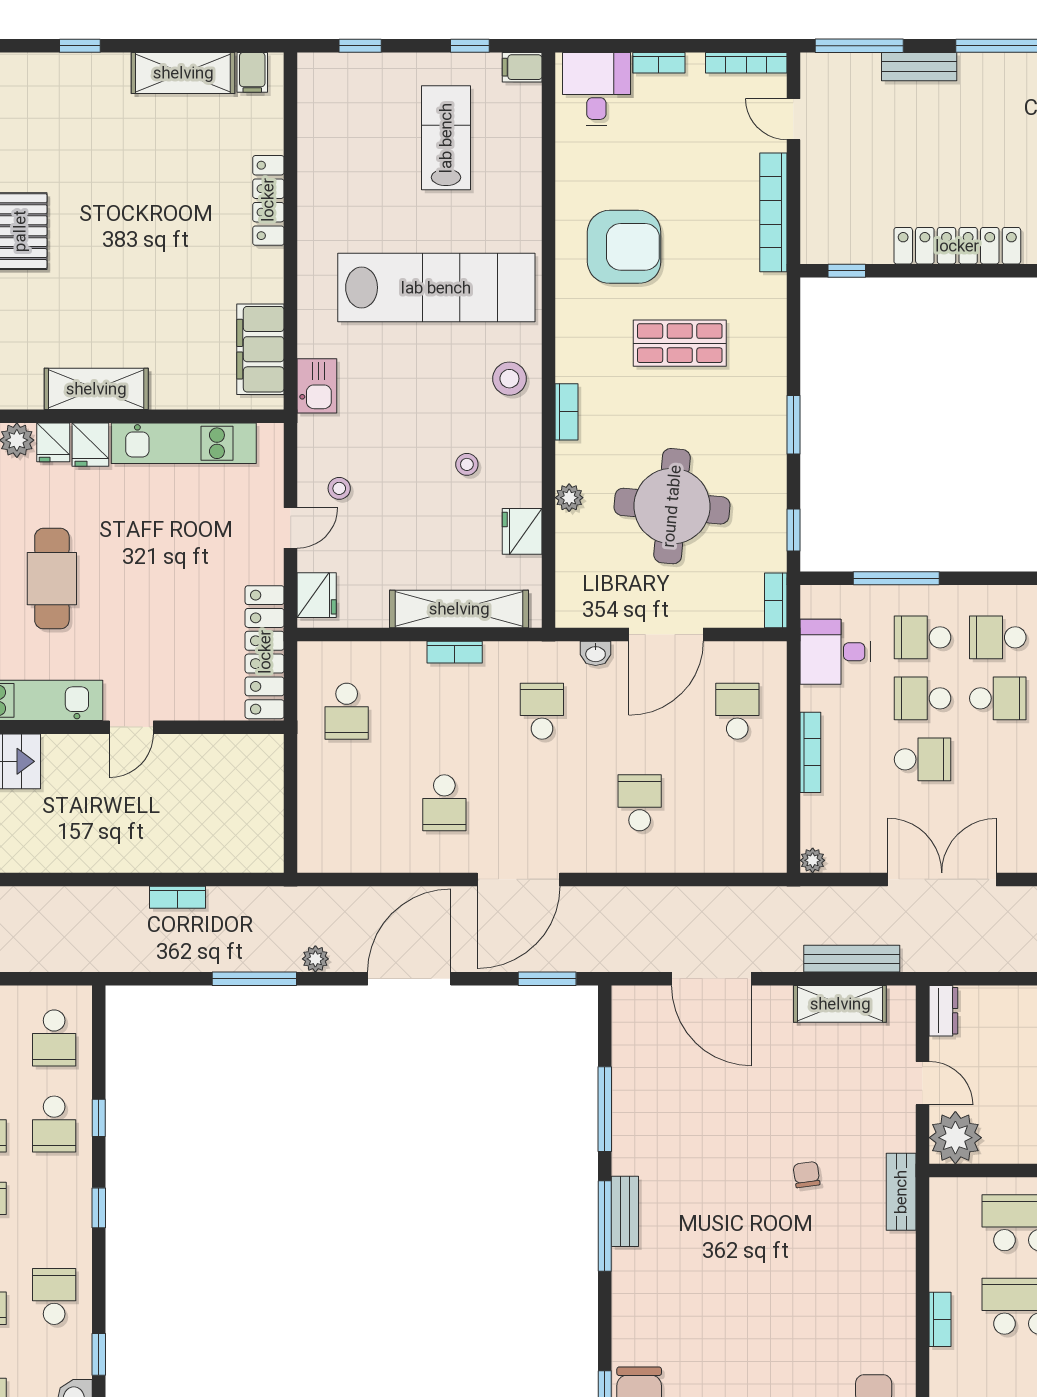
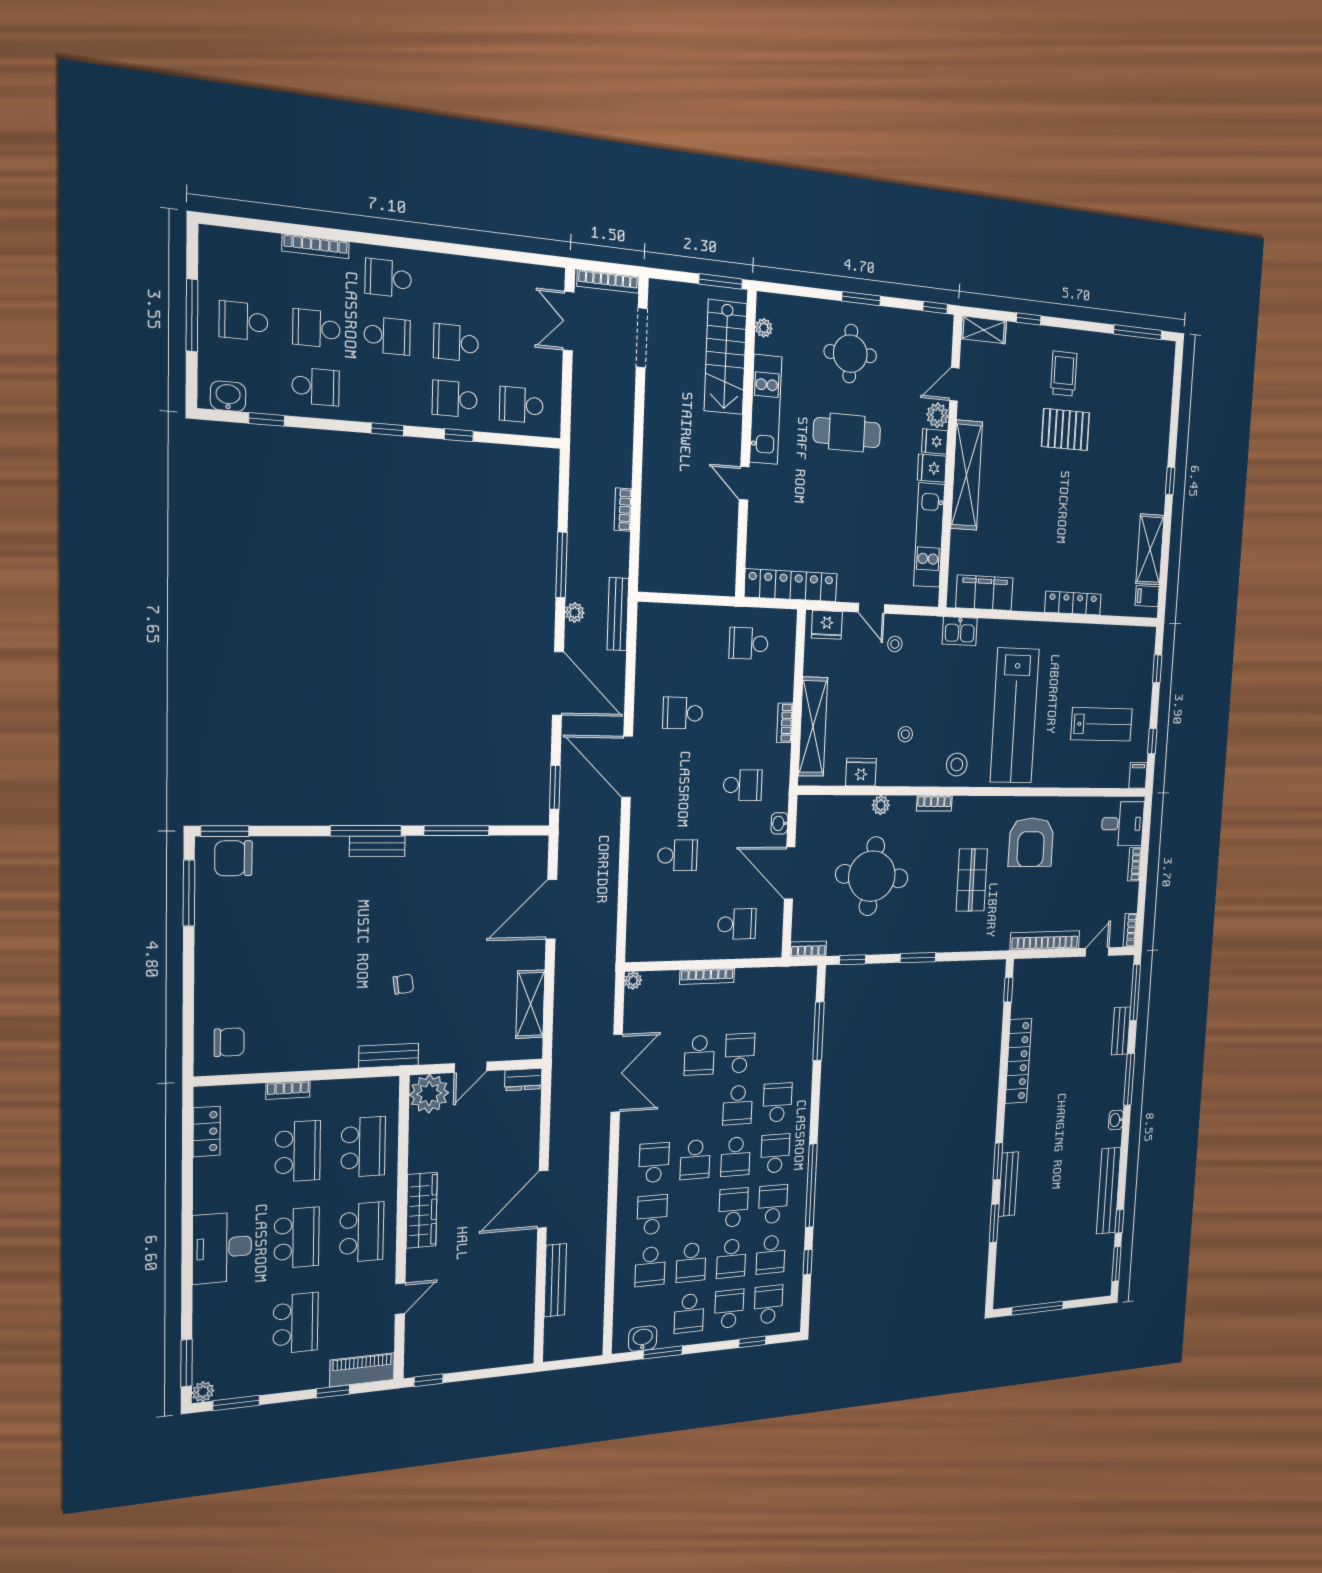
bookcase: (746, 63) -> (1130, 930), width x0.64
shelving: (96, 389) -> (967, 475), width x1.47
school desk: (923, 637) -> (780, 1051), removed
desk: (835, 652) -> (773, 991), removed
bench: (852, 959) -> (618, 614), moved

